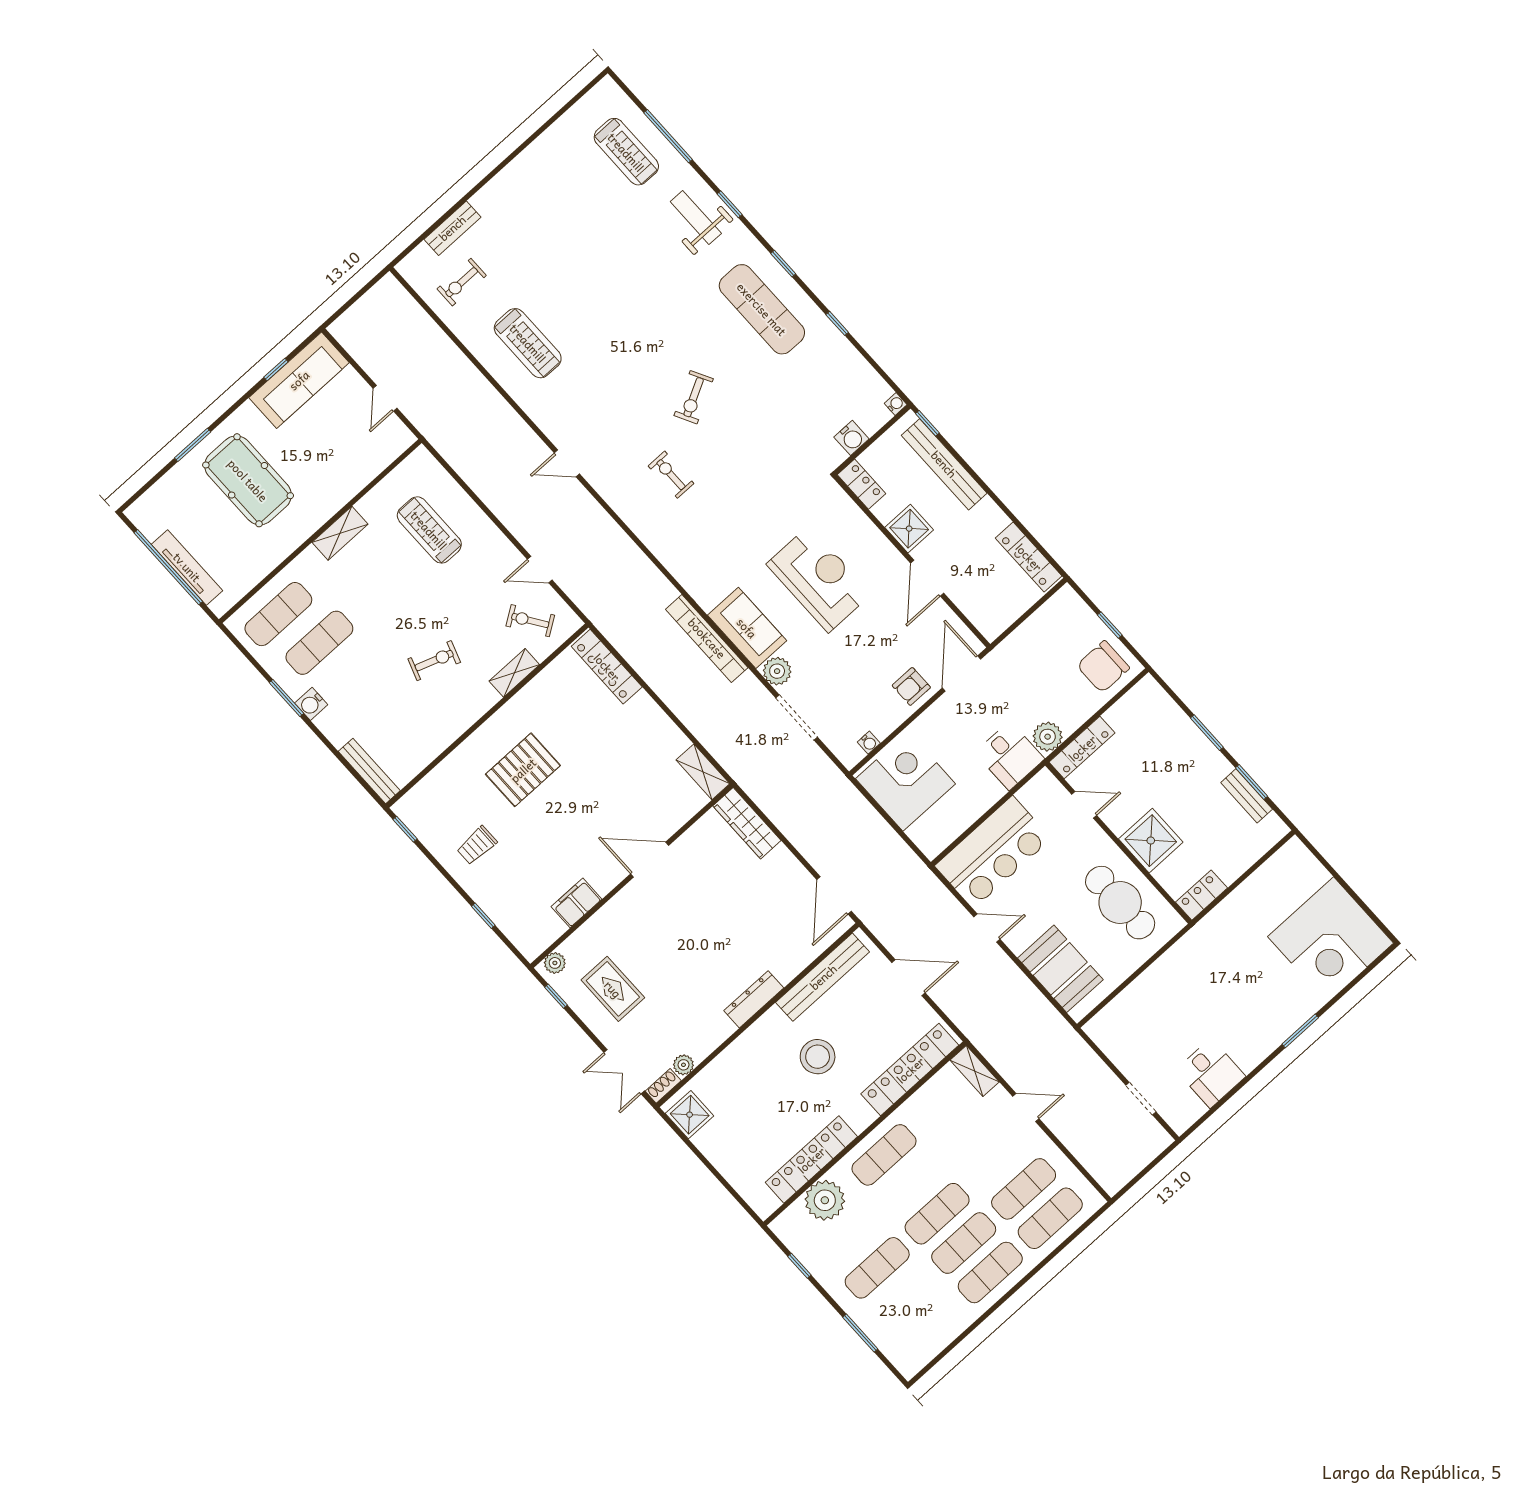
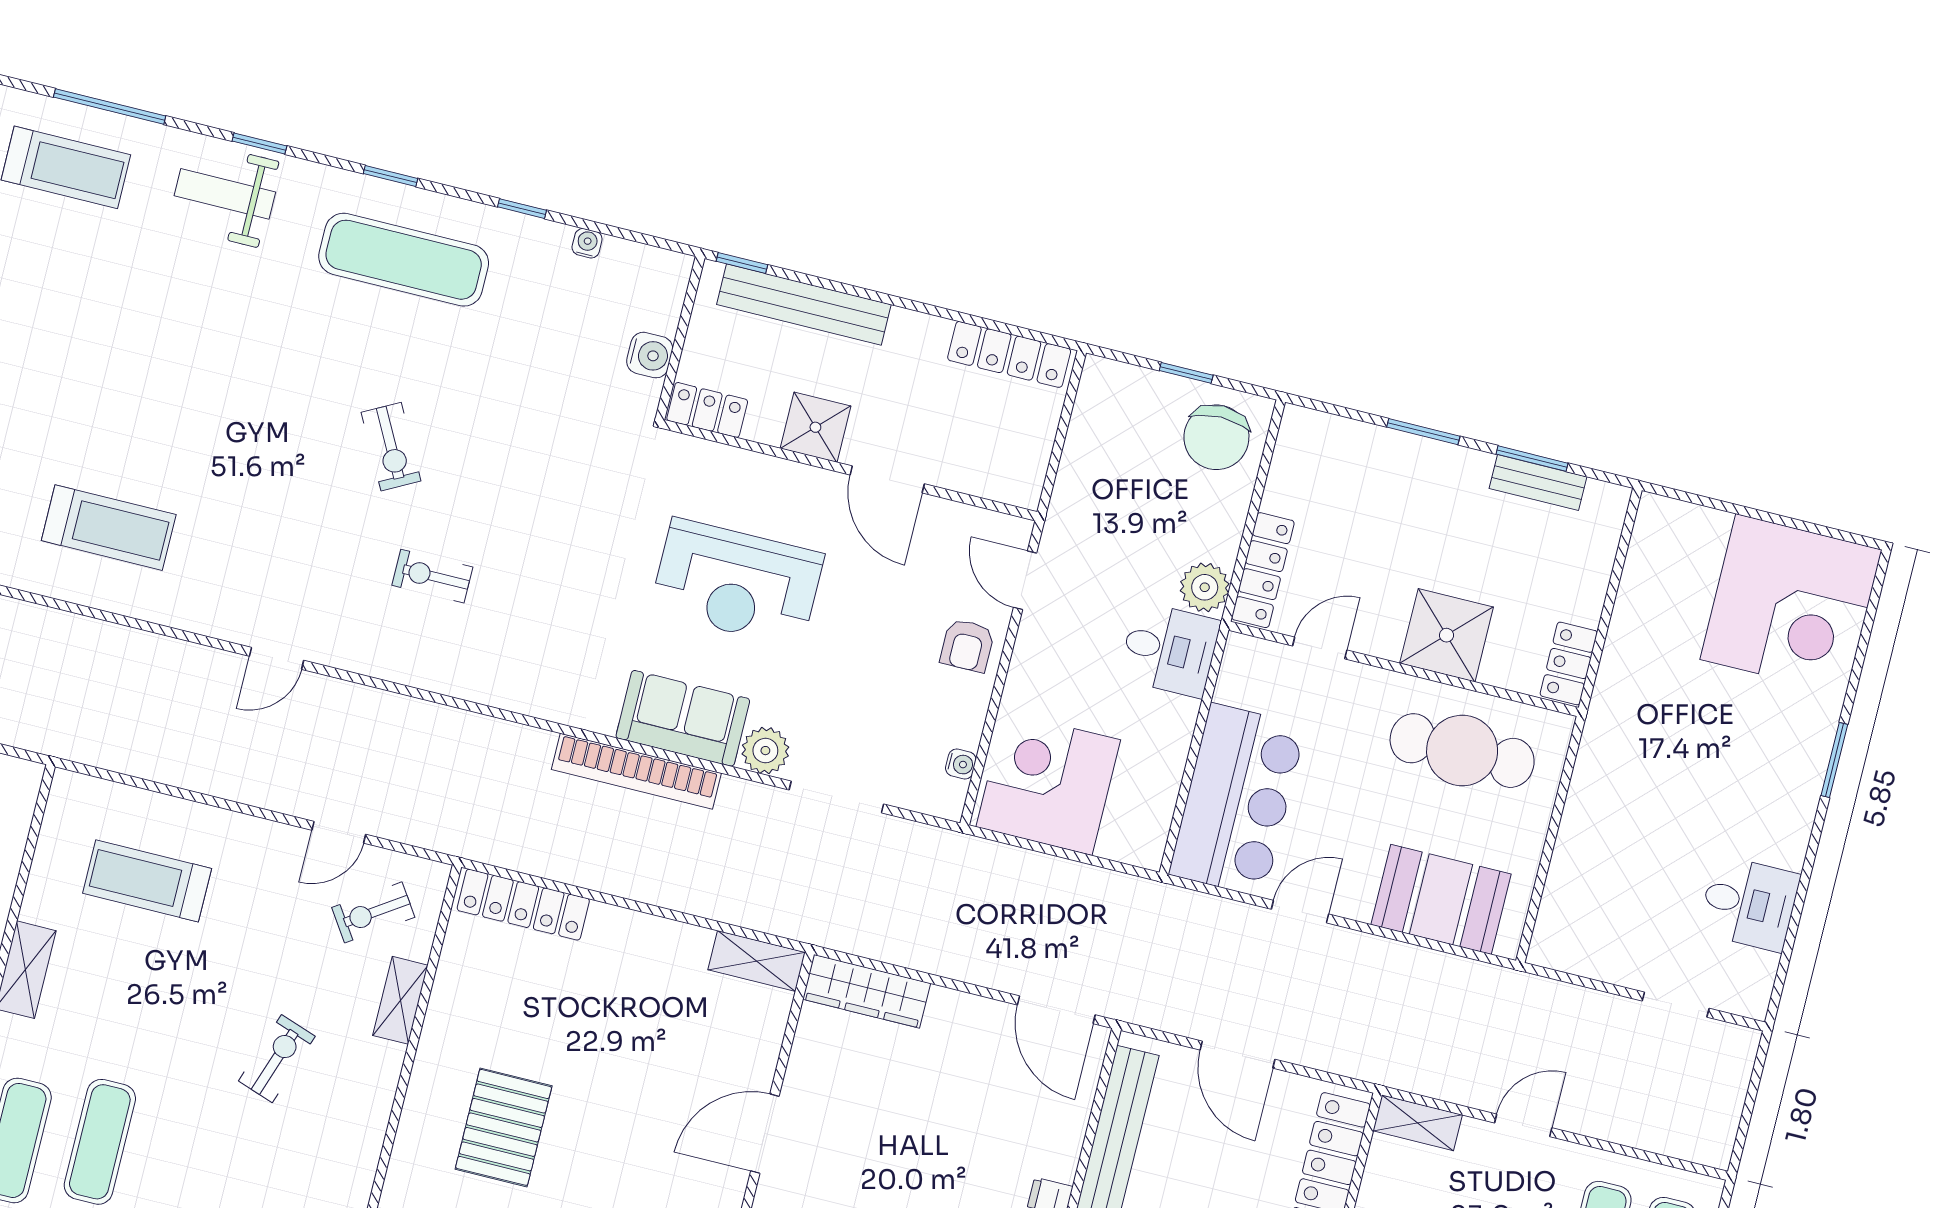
water cooler: (896, 404) -> (587, 243), moved
reception desk: (819, 579) -> (737, 583), turned 180
door: (961, 674) -> (1025, 580), width x0.73
door: (909, 978) -> (1237, 1055), swing flipped

